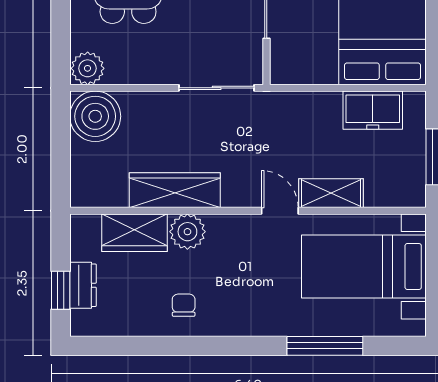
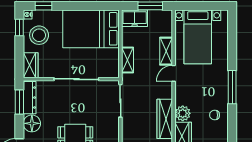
shelving: (311, 104) -> (128, 60), added
freezer: (373, 110) -> (135, 18), moved, turned 90
window: (325, 346) -> (232, 87), moved

